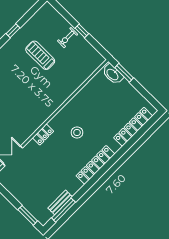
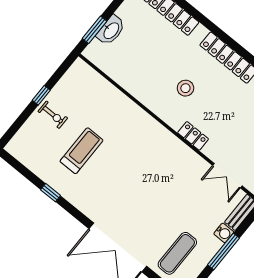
treadmill: (40, 55) -> (82, 151), turned 180
washbasin: (113, 74) -> (111, 30), moved

